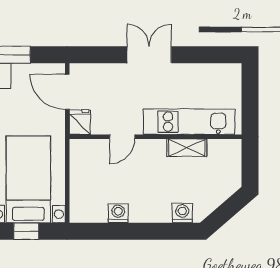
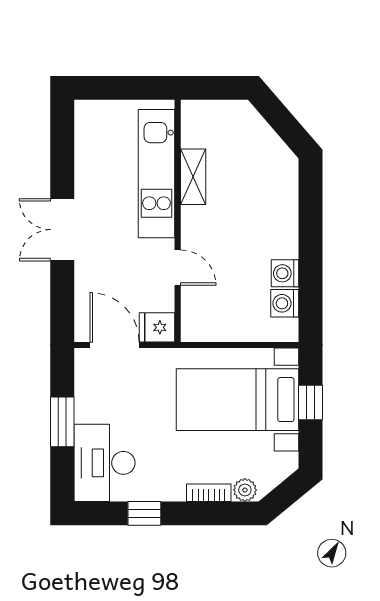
door: (67, 92) -> (115, 345), swing flipped
washing machine: (182, 213) -> (285, 303), moved

